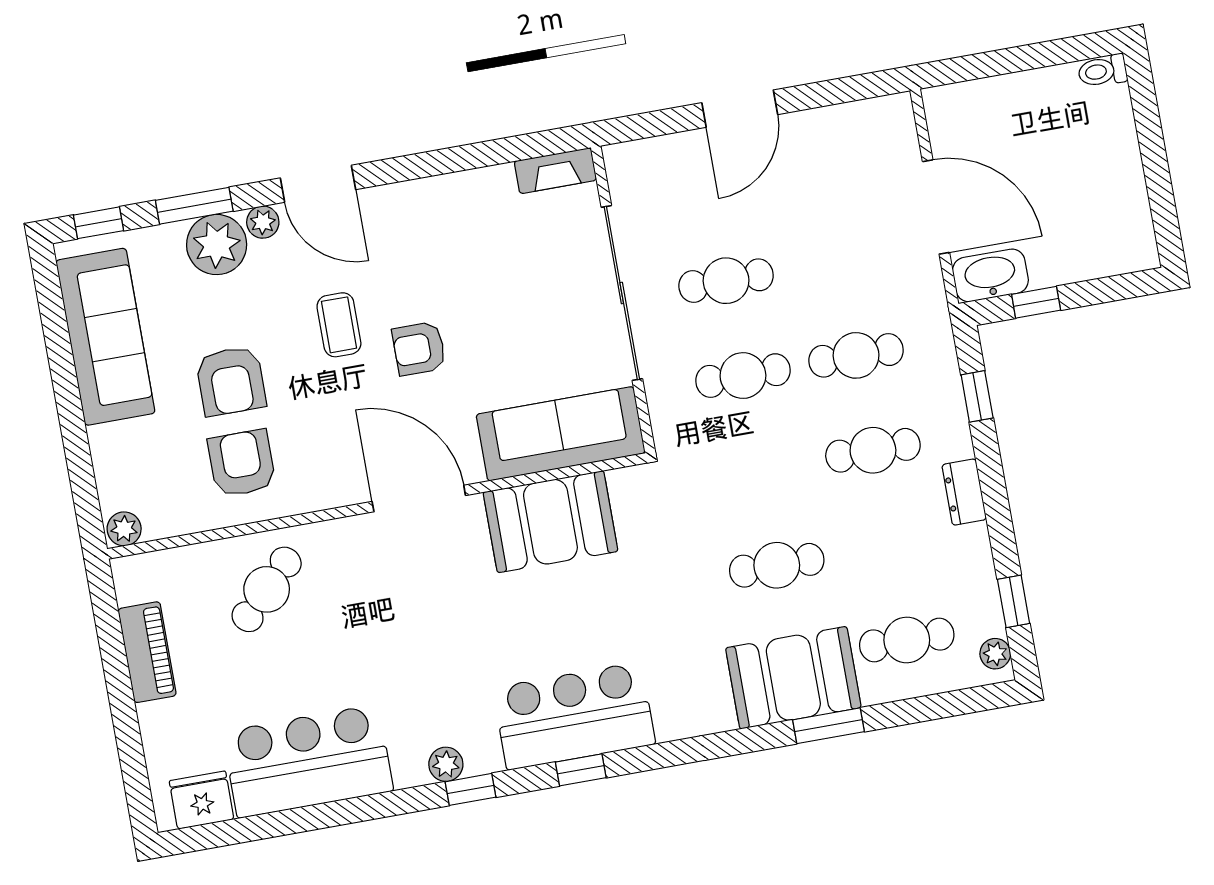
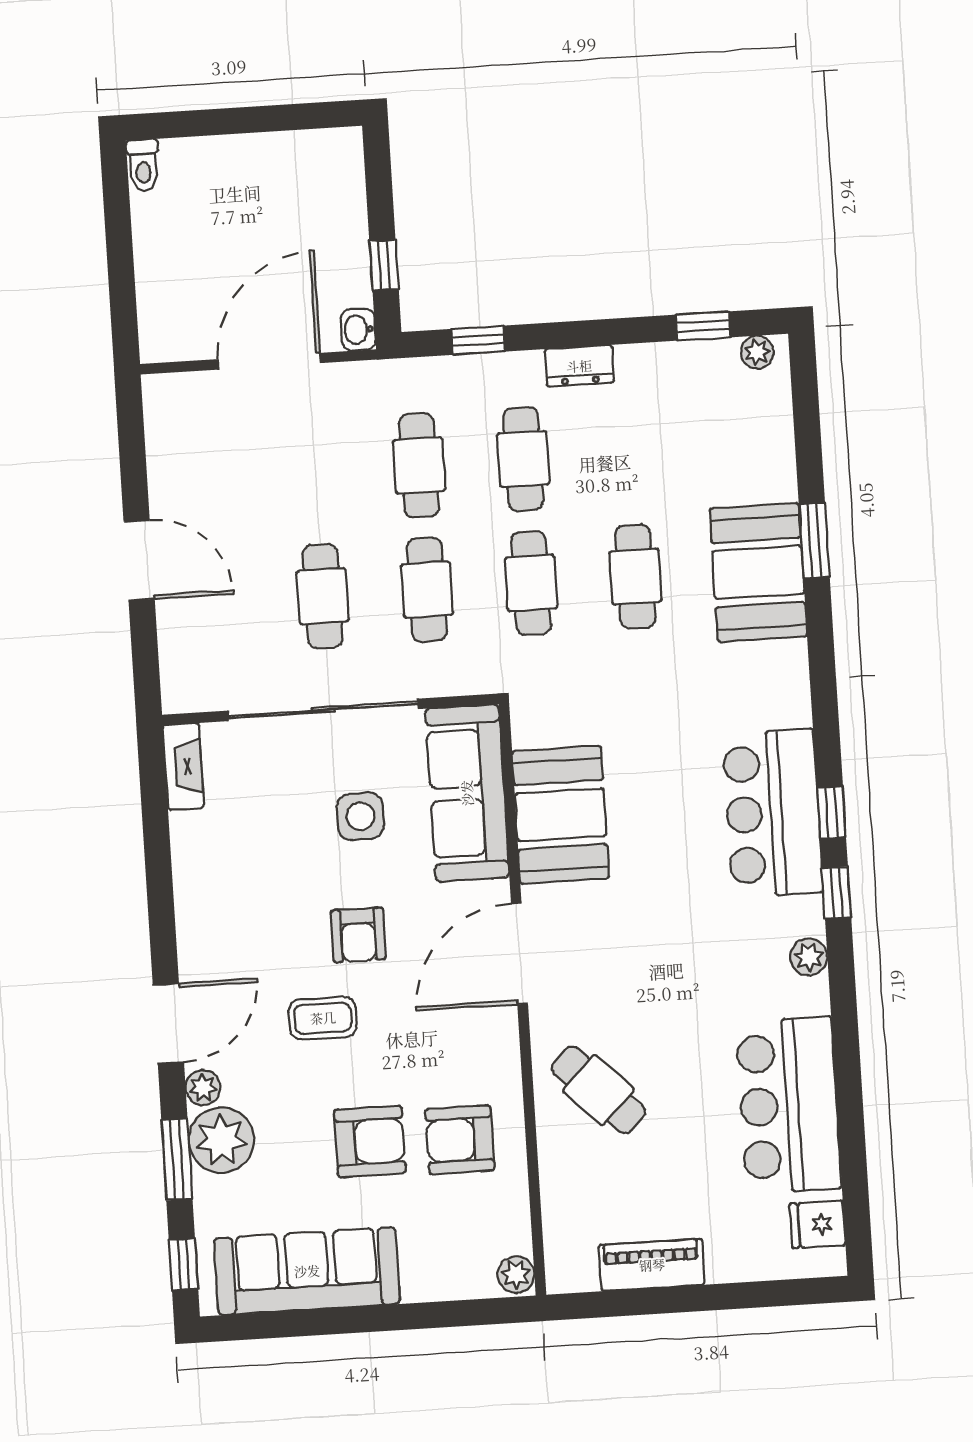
washbasin: (990, 275) -> (358, 330), width x0.52, depth x0.69
side table: (528, 338) -> (360, 816), added
cafe table: (267, 589) -> (598, 1090), moved
cafe table: (907, 640) -> (531, 583), moved
window: (471, 789) -> (836, 893), moved
fridge: (202, 800) -> (817, 1224), width x0.72

